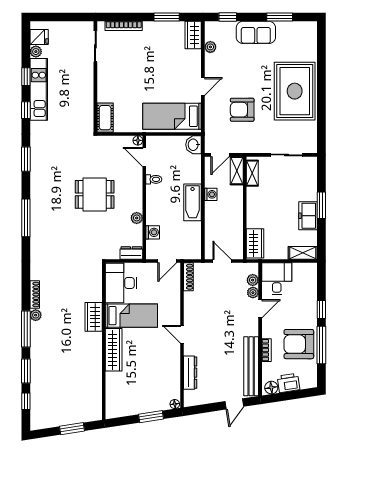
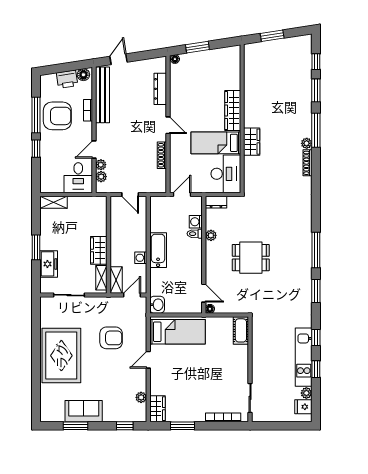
sofa: (256, 32) -> (84, 411), moved
toilet: (154, 179) -> (195, 234), moved
freezer: (308, 216) -> (49, 264), moved
window: (26, 218) -> (316, 250), moved
wardrobe: (255, 243) -> (99, 250), moved
shoe rack: (188, 277) -> (162, 155), moved

